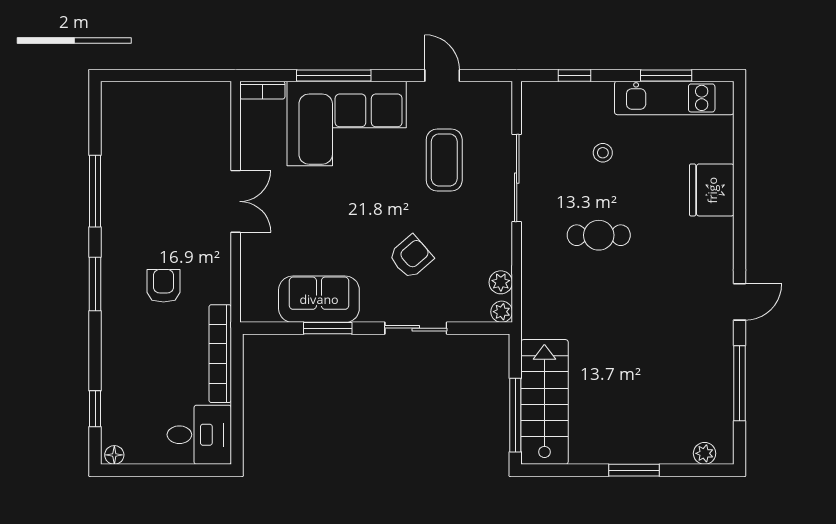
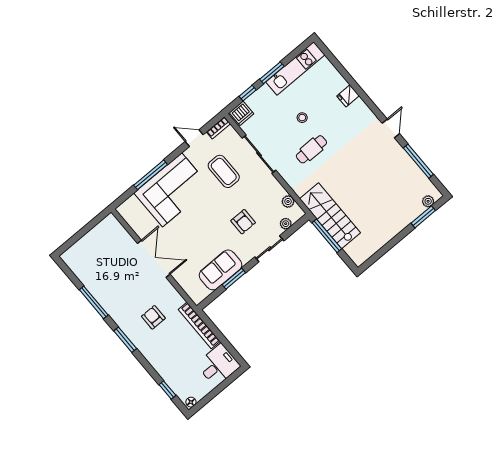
window: (666, 75) -> (272, 73), moved
bookcase: (262, 90) -> (218, 128), moved
dishwasher: (541, 97) -> (241, 113), added
stool: (603, 153) -> (302, 118), moved
fridge: (712, 190) -> (348, 96), width x0.53, depth x0.75
double door: (236, 201) -> (154, 259), width x1.37
armchair: (411, 257) -> (243, 222), turned 131
plant: (502, 312) -> (286, 224), moved
stairs: (544, 402) -> (330, 216), moved
window: (515, 415) -> (327, 236), moved
window: (634, 470) -> (423, 217), moved

